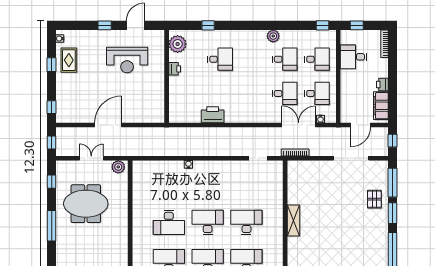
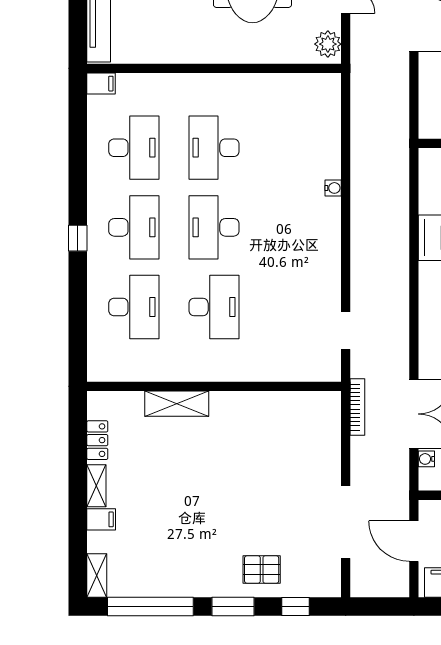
window: (392, 141) -> (382, 607), removed
window: (392, 183) -> (296, 607), width x0.46
shelving: (294, 221) -> (177, 404), moved
desk: (208, 222) -> (214, 227), turned 180

